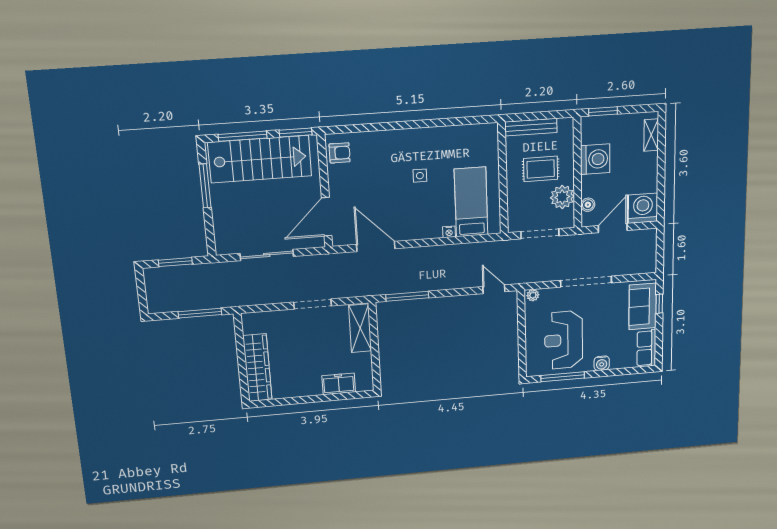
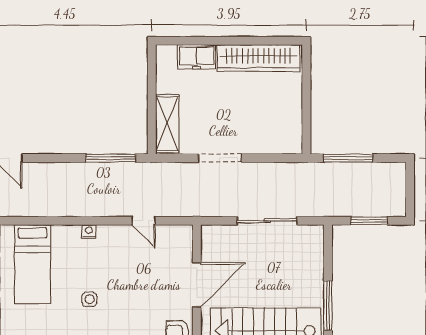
door: (327, 217) -> (197, 285), moved
nightstand: (449, 232) -> (89, 231), moved
door: (376, 246) -> (144, 221), width x0.53
wardrobe: (257, 368) -> (258, 58), moved, turned -90

